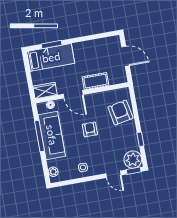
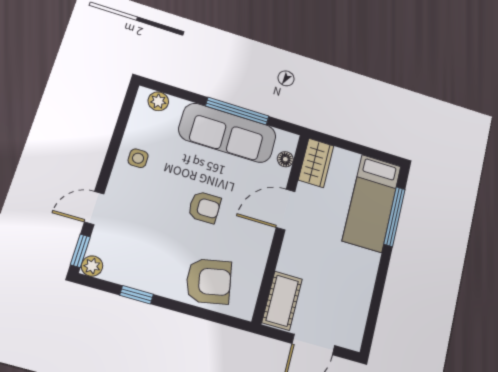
window: (52, 44) -> (394, 217), width x1.44
cot: (95, 81) -> (282, 301), moved
plant: (133, 160) -> (92, 266), width x0.53, depth x0.53

